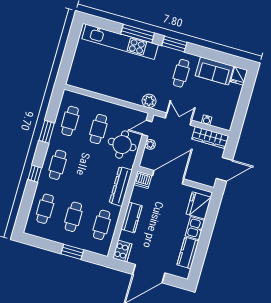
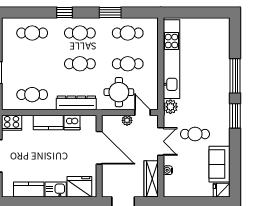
kitchen unit: (120, 42) -> (171, 59), moved, turned 180
cafe table: (181, 73) -> (195, 134), moved
dishwasher: (143, 180) -> (72, 122), moved, turned -90
cafe table: (73, 217) -> (80, 64), moved

